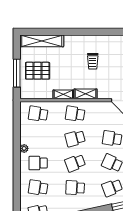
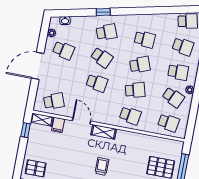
shelving: (63, 94) -> (139, 138), removed
shelving: (86, 94) -> (104, 132), moved
school desk: (38, 138) -> (173, 97), added

